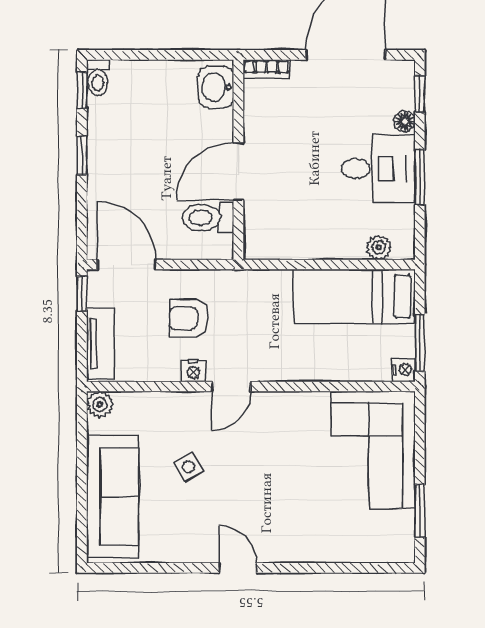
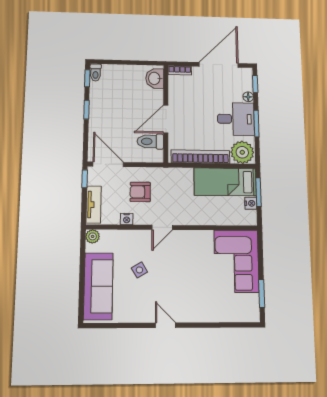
bookcase: (306, 247) -> (200, 157), added
plant: (379, 247) -> (242, 152), width x1.88, depth x1.88
window: (420, 343) -> (259, 192), moved
nightstand: (404, 370) -> (251, 203), moved
nightstand: (193, 371) -> (127, 219), moved

